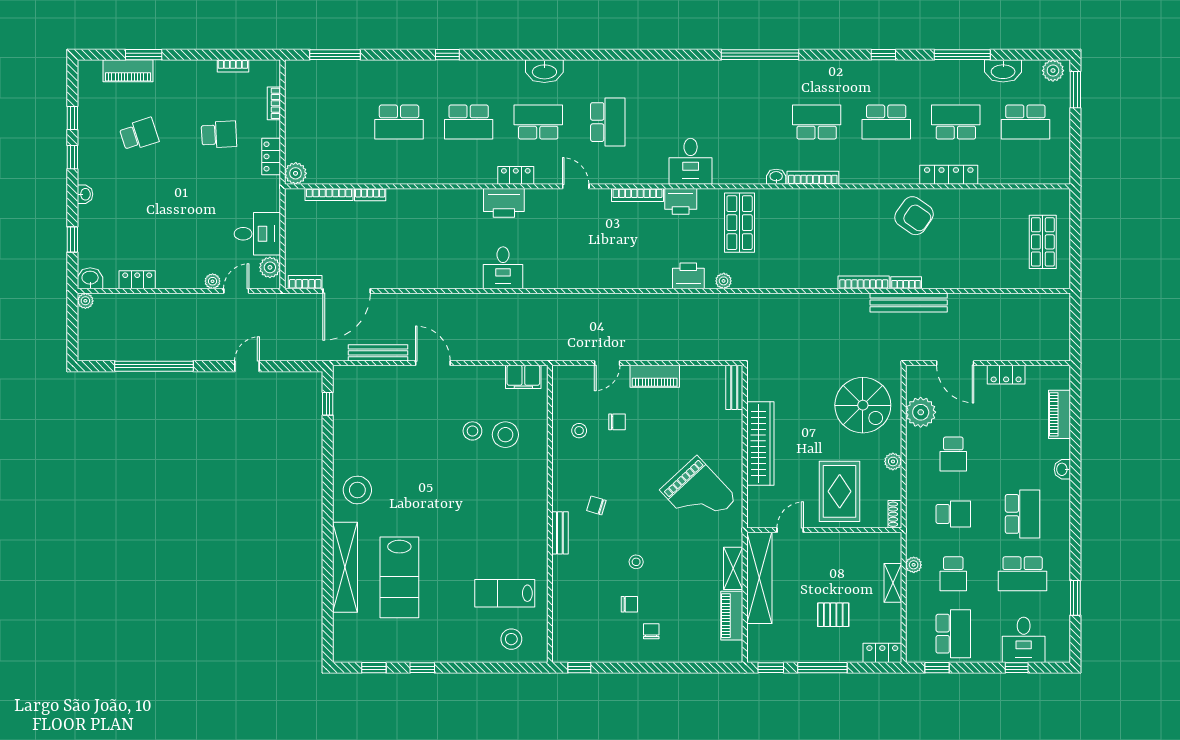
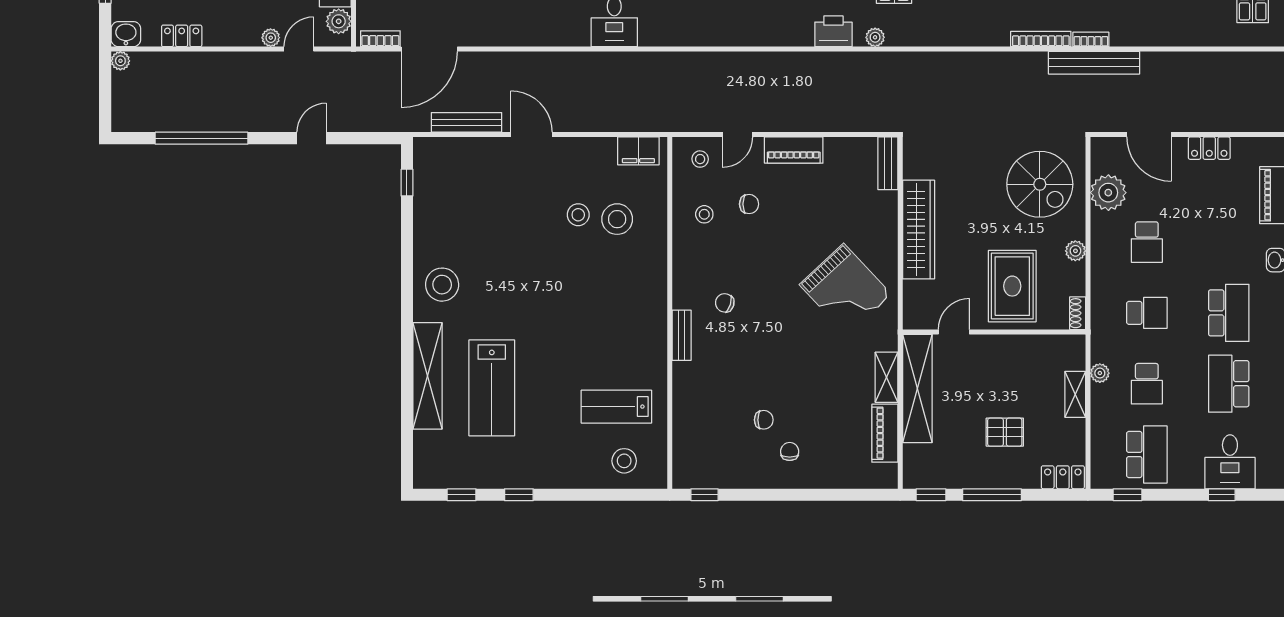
stool: (636, 562) -> (700, 159), moved
school desk: (1023, 574) -> (1229, 384), turned 90

